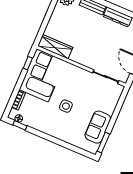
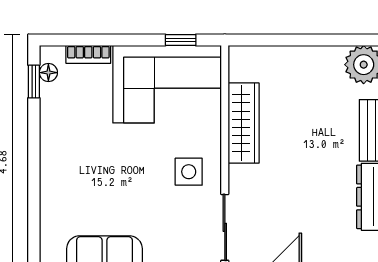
wardrobe: (55, 47) -> (244, 123), moved
side table: (66, 106) -> (189, 172), moved

